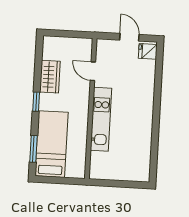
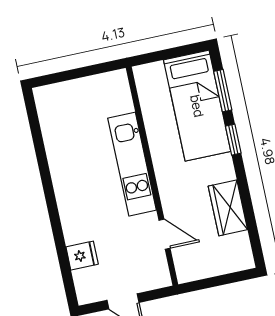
fridge: (148, 51) -> (82, 256), moved
window: (36, 102) -> (233, 140), moved

